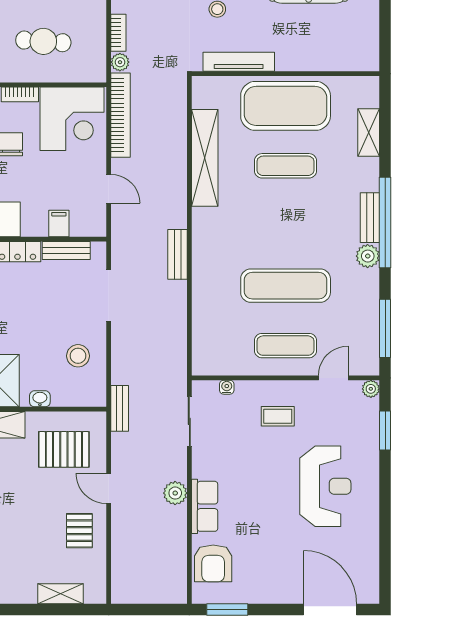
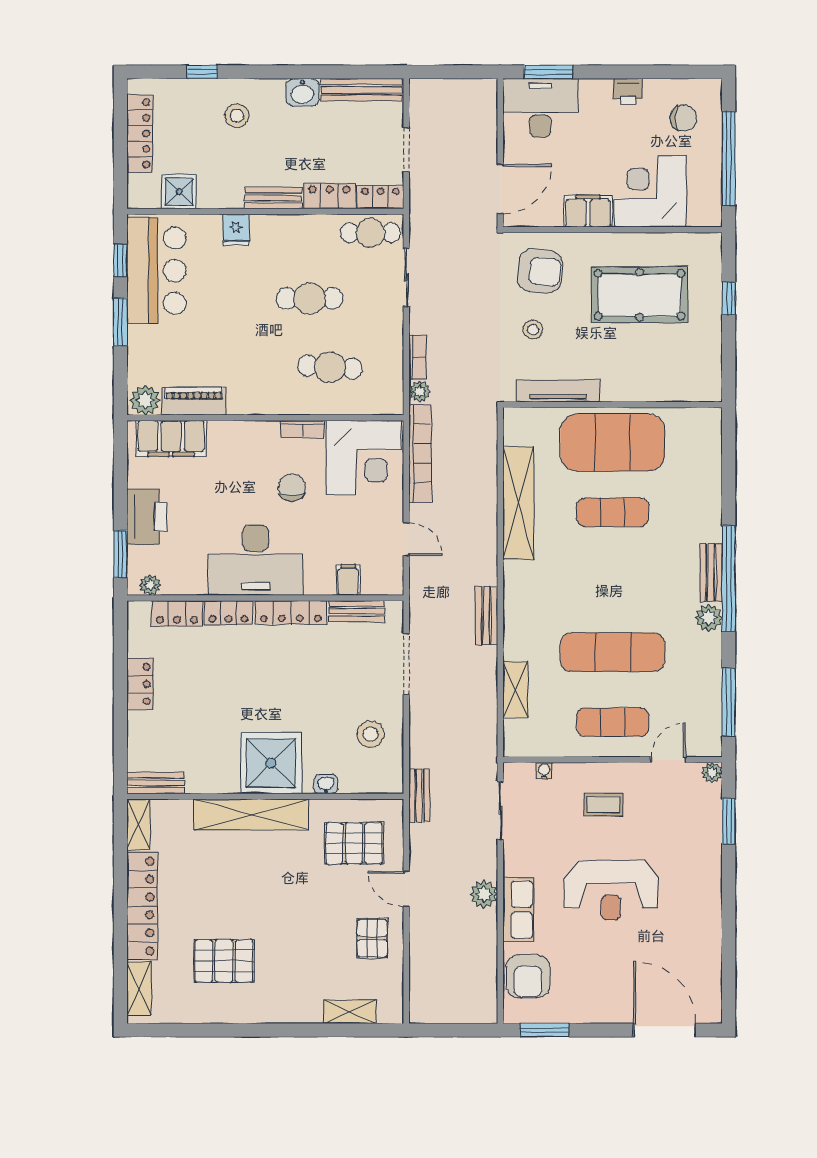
shelving: (369, 132) -> (515, 690), moved
reception desk: (325, 486) -> (611, 890), moved, turned 90

